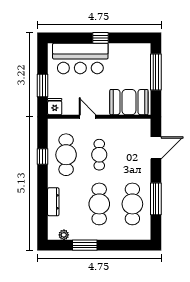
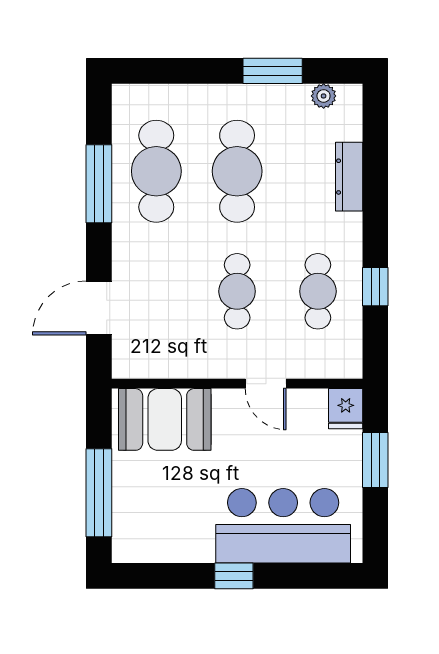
cafe table: (66, 155) -> (318, 291), width x0.73, depth x0.74

